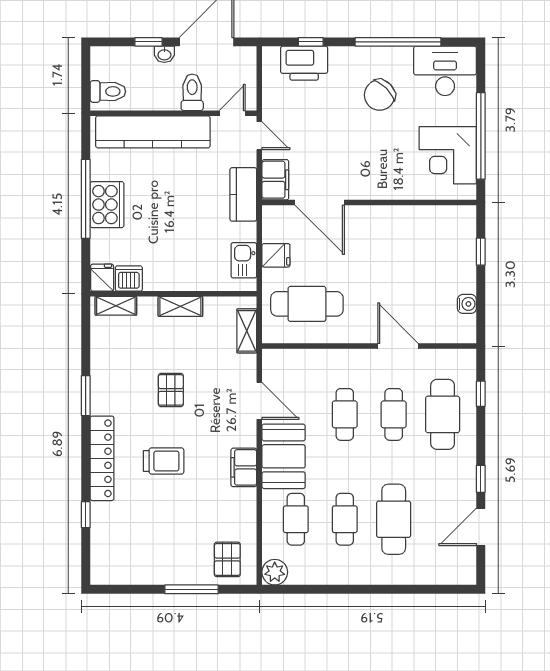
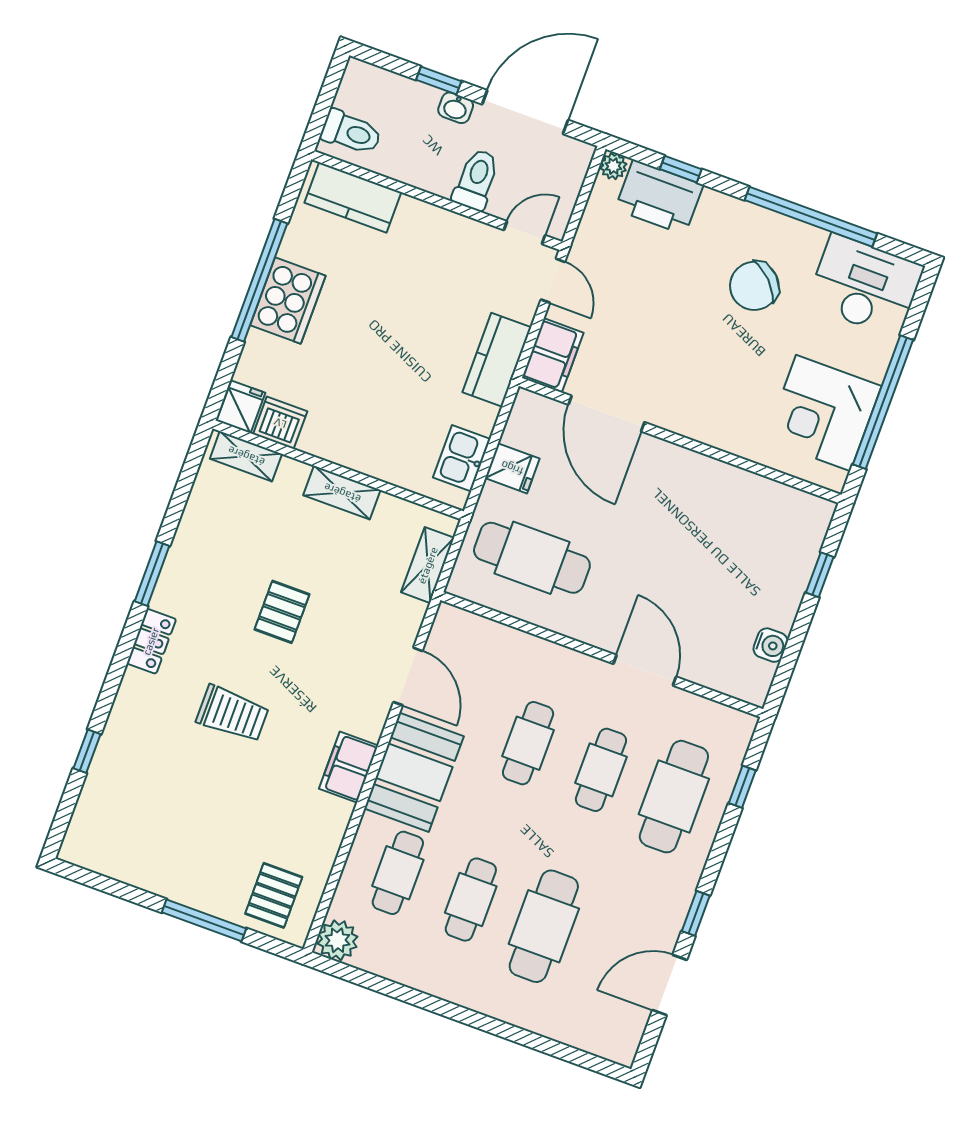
plant: (270, 55) -> (613, 166), added
kitchen counter: (153, 132) -> (353, 197), width x0.48, depth x0.86
locker: (102, 458) -> (151, 641), width x0.46, depth x0.83

